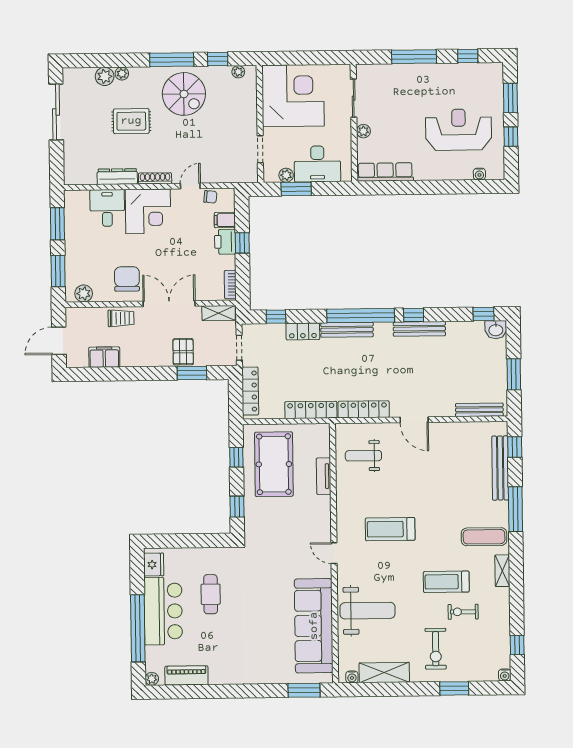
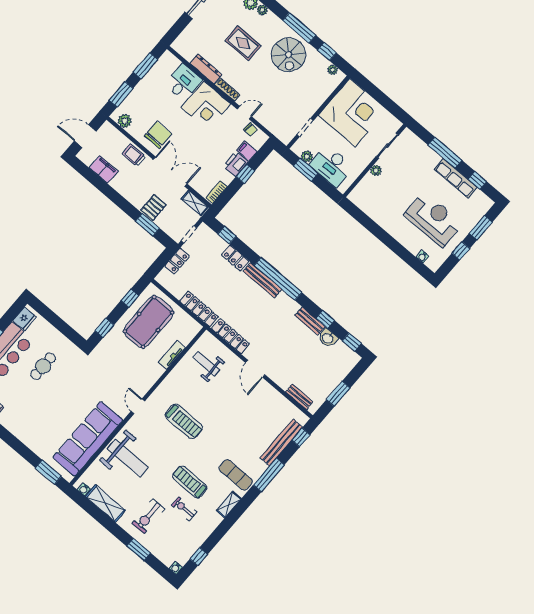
row of seats: (385, 172) -> (456, 178), moved, turned 180
window: (414, 315) -> (325, 319), moved
trolley: (121, 318) -> (134, 155), turned 180
bench: (419, 329) -> (310, 321), width x0.73
washbasin: (496, 330) -> (328, 338), moved
locker: (250, 391) -> (177, 261), width x0.66
bench: (479, 410) -> (299, 397), width x0.73
treadmill: (390, 529) -> (184, 421), turned 180

